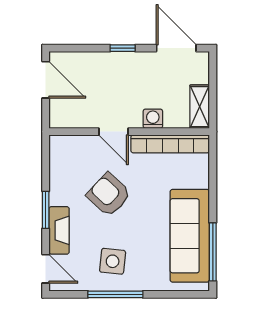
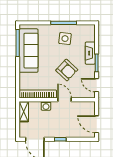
door: (46, 269) -> (97, 85), moved

